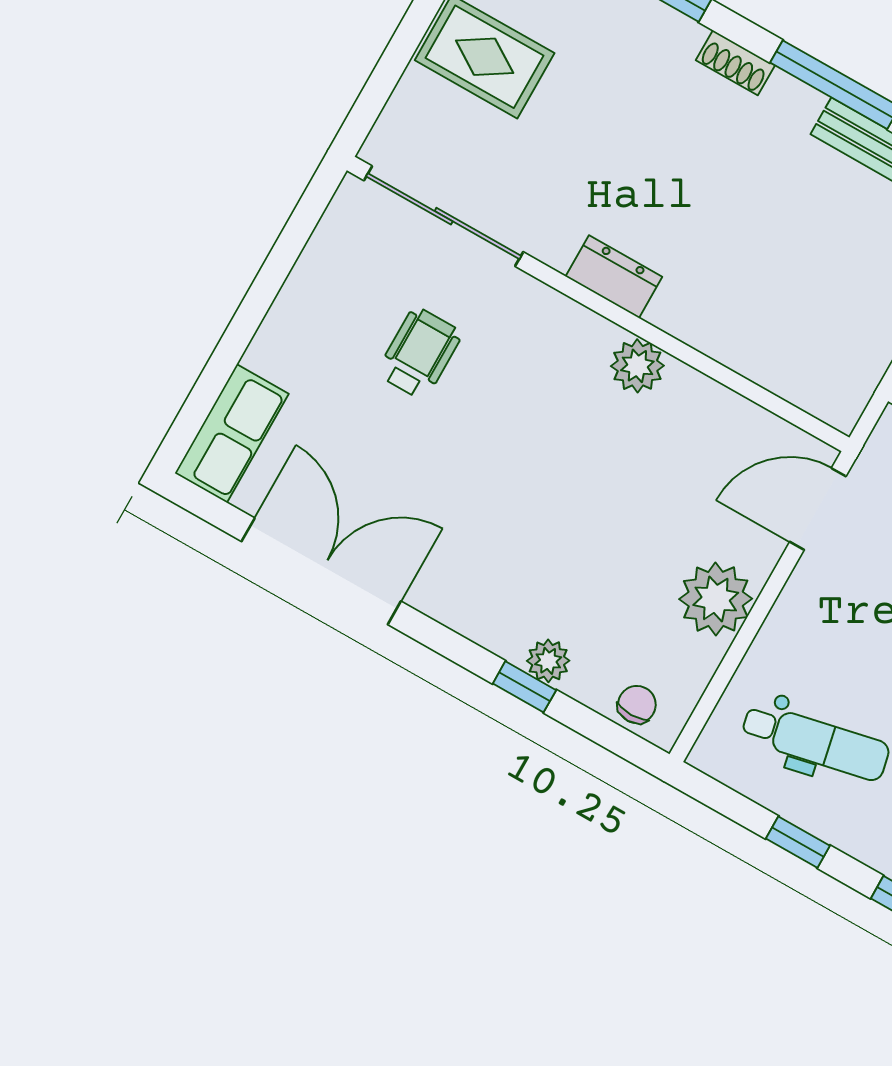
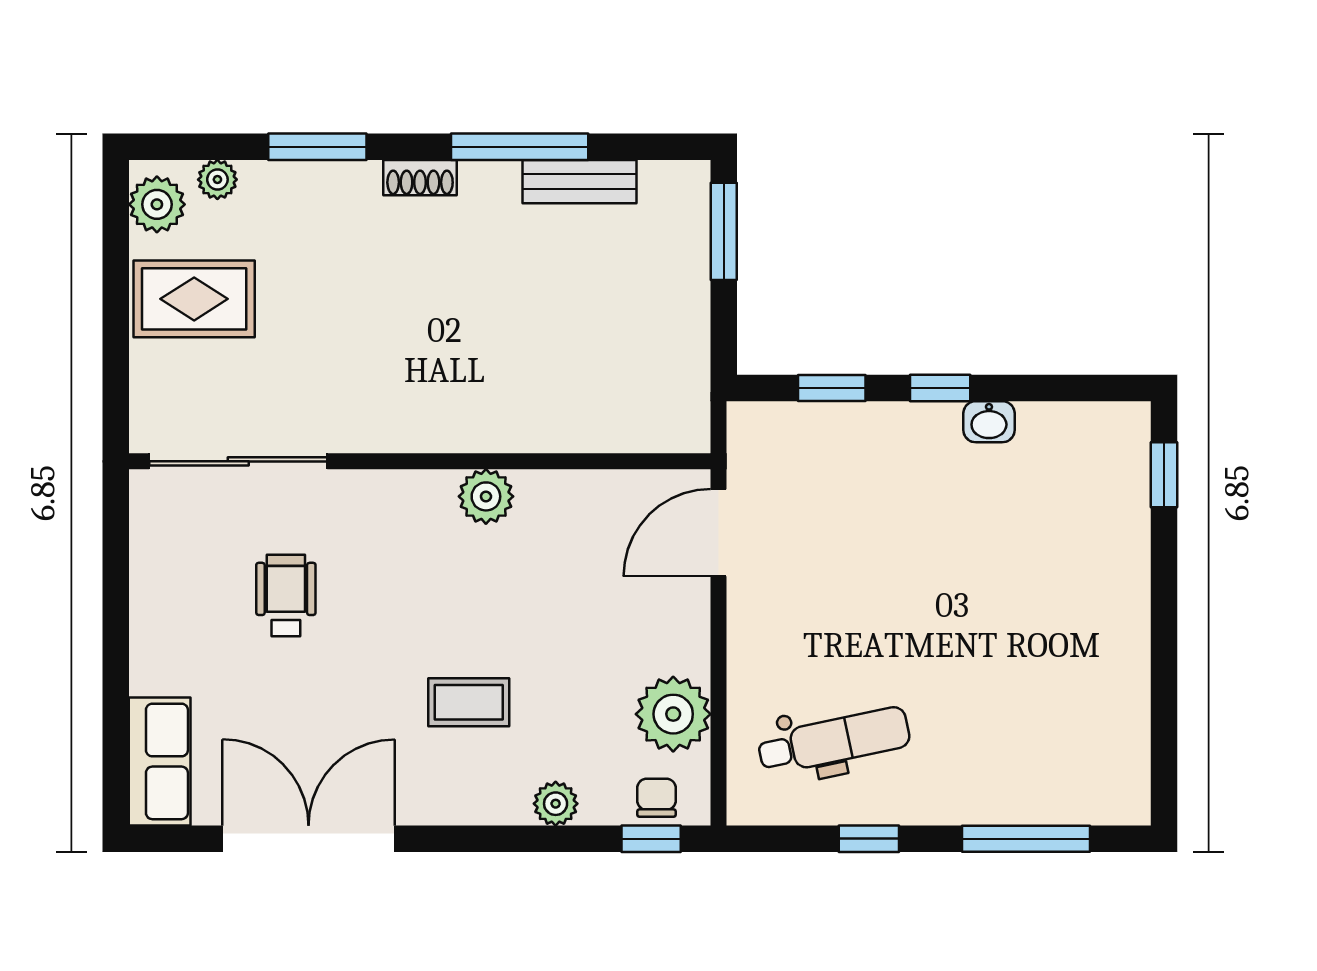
dresser: (614, 277) -> (420, 429), removed
coffee table: (523, 533) -> (469, 702), added
plant: (716, 599) -> (673, 714), moved
window: (524, 687) -> (651, 839), moved

